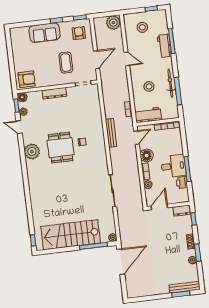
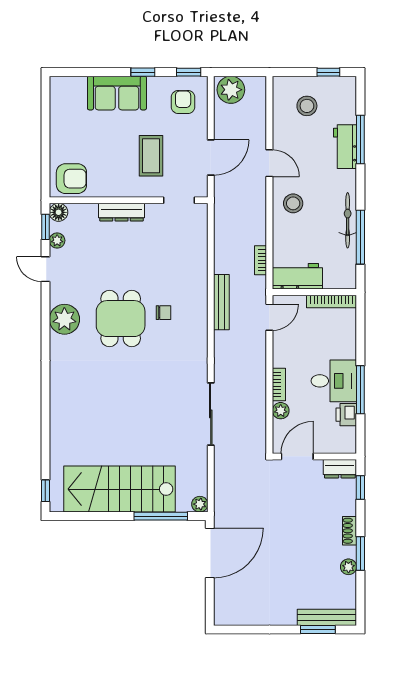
plant: (113, 23) -> (231, 90), moved
stool: (149, 86) -> (293, 203), moved
floor lamp: (147, 155) -> (285, 354), removed

